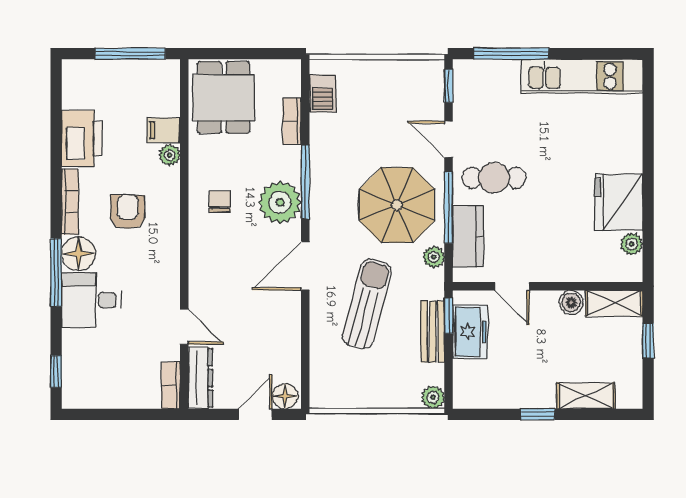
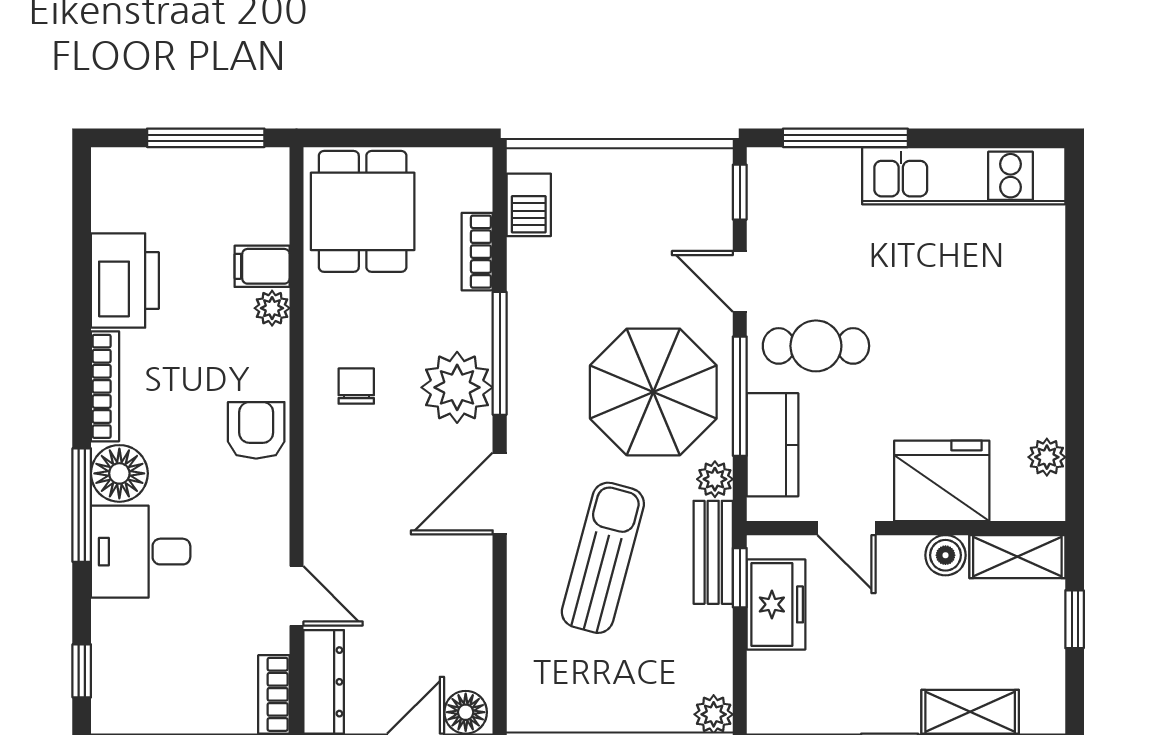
fridge: (619, 202) -> (942, 481), moved, turned 90
armchair: (128, 212) -> (256, 430), moved
bench: (433, 332) -> (713, 552), moved

